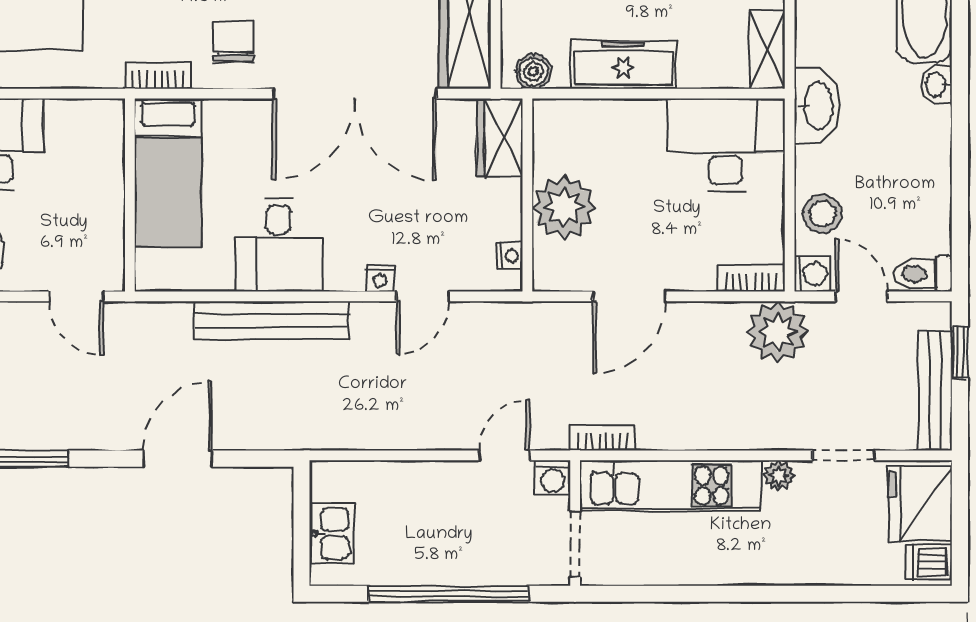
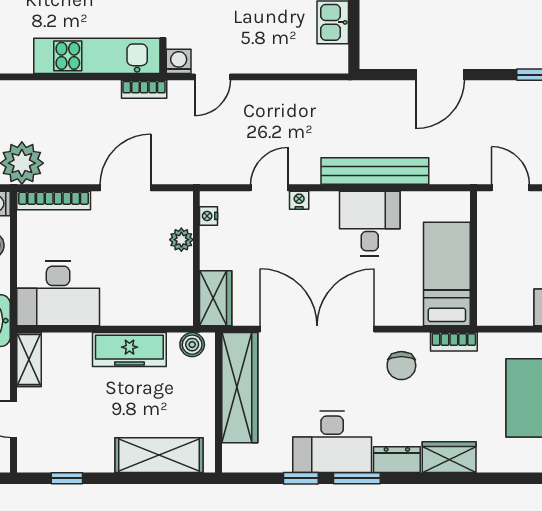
plant: (564, 207) -> (181, 240), width x0.53, depth x0.53
bookcase: (751, 278) -> (54, 201), width x1.56
plant: (779, 475) -> (21, 63), removed

